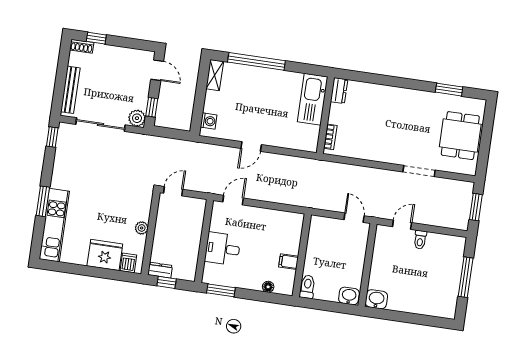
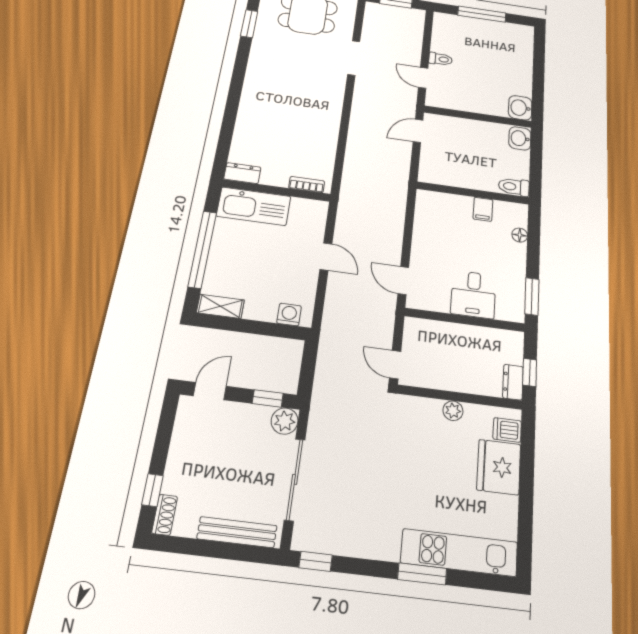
dresser: (339, 91) -> (242, 173), moved
kitchen sink: (313, 99) -> (254, 206), moved
wall: (325, 115) -> (276, 190), moved
bookcase: (330, 137) -> (307, 185), moved

